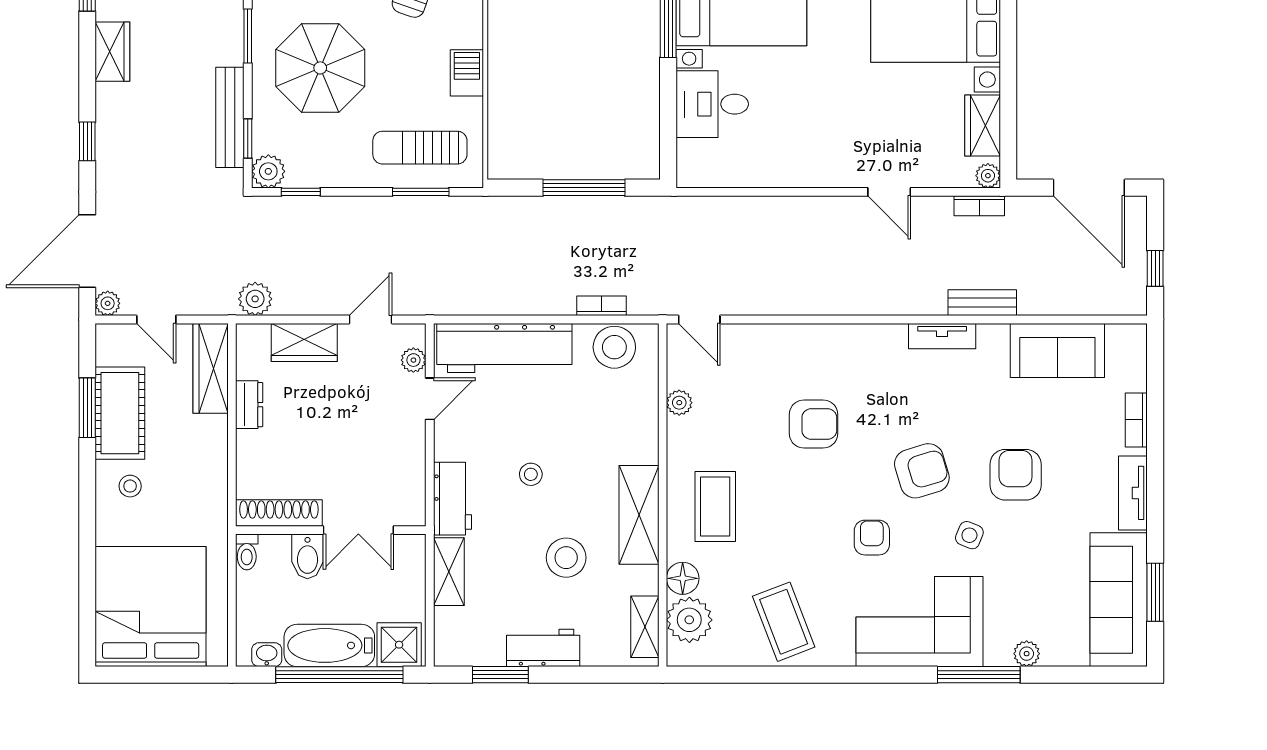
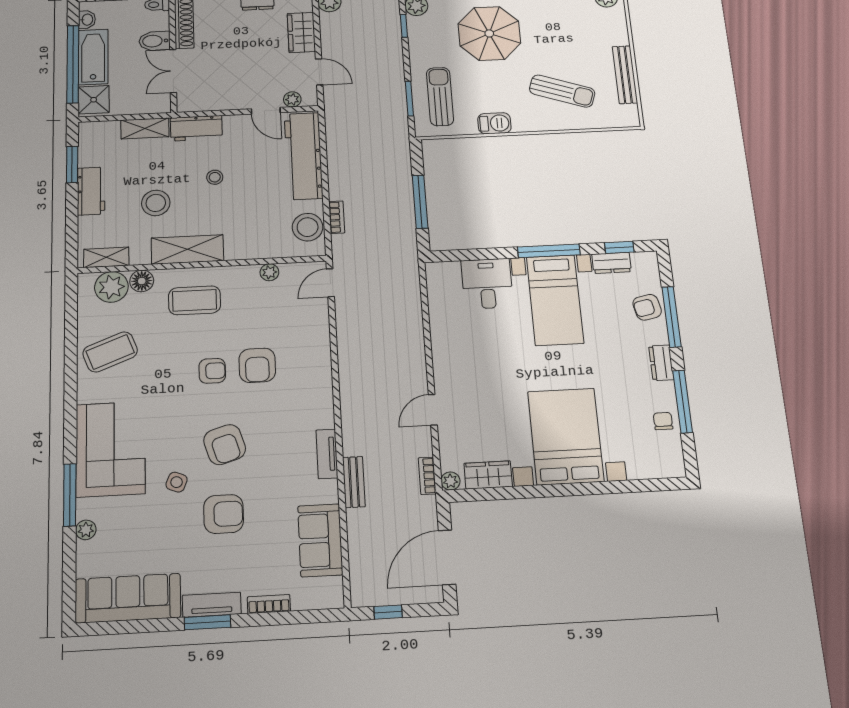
armchair: (872, 538) -> (212, 371), moved
window: (1155, 592) -> (207, 622), moved

